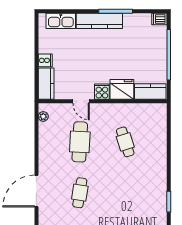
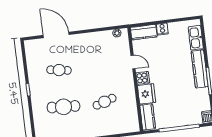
door: (81, 101) -> (133, 62), swing flipped
cafe table: (80, 142) -> (64, 107), moved

